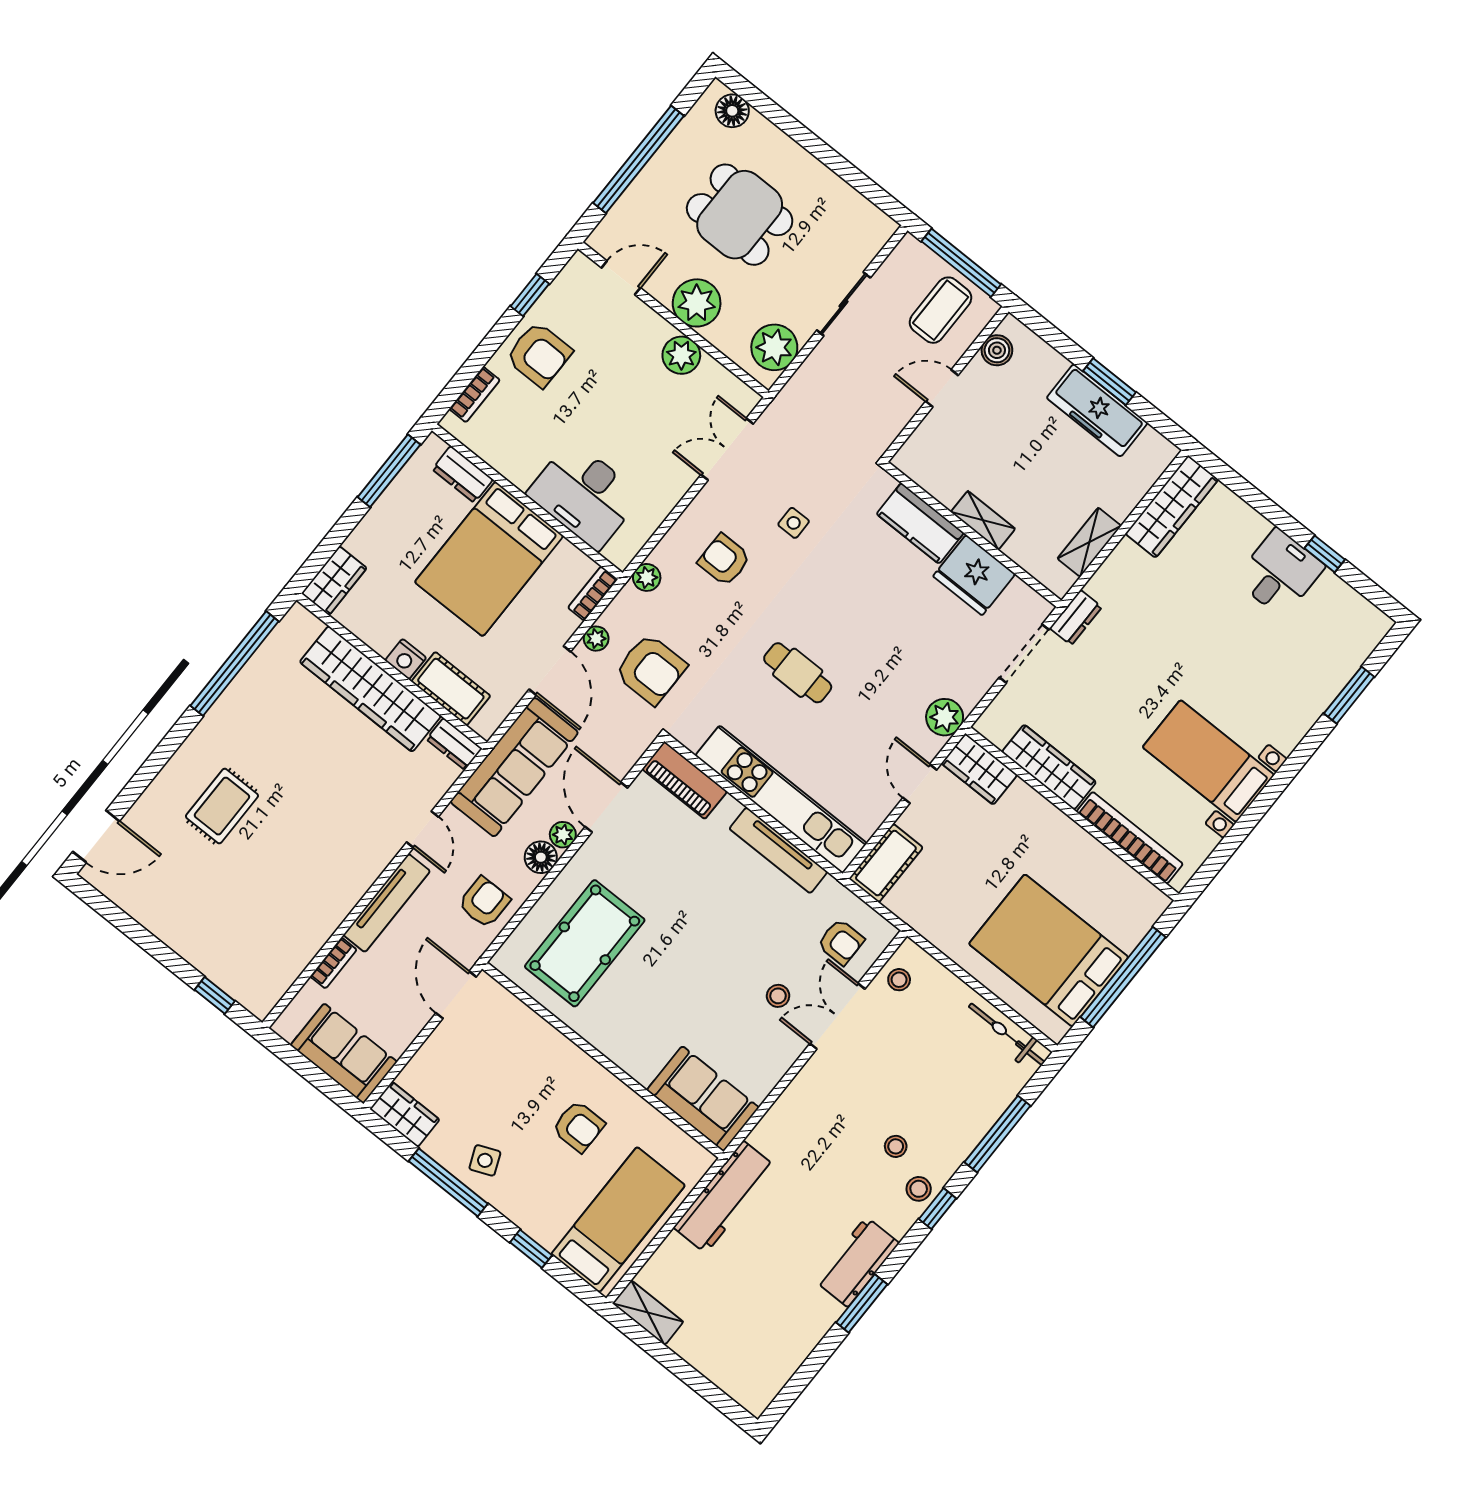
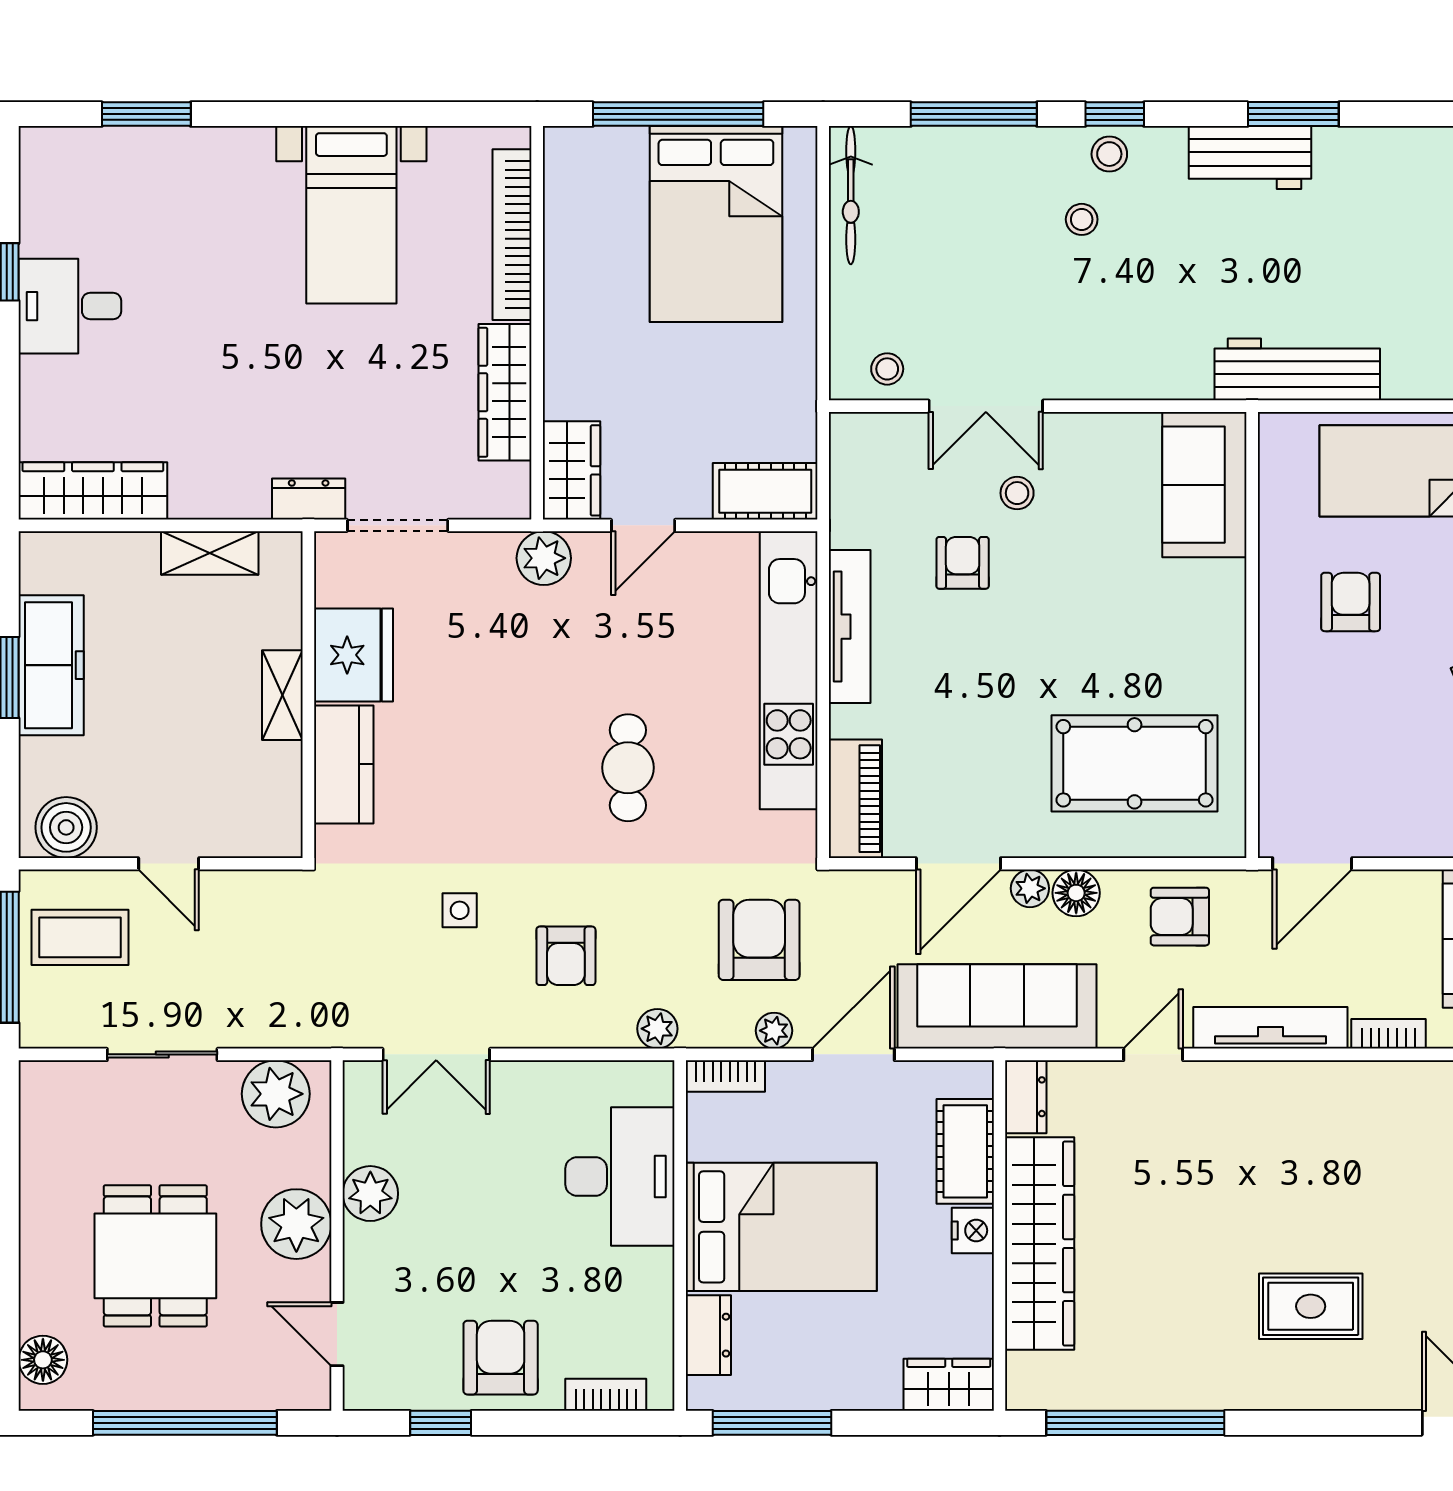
boiler: (997, 350) -> (66, 827), width x1.36, depth x1.36
armchair: (841, 942) -> (963, 563), moved

